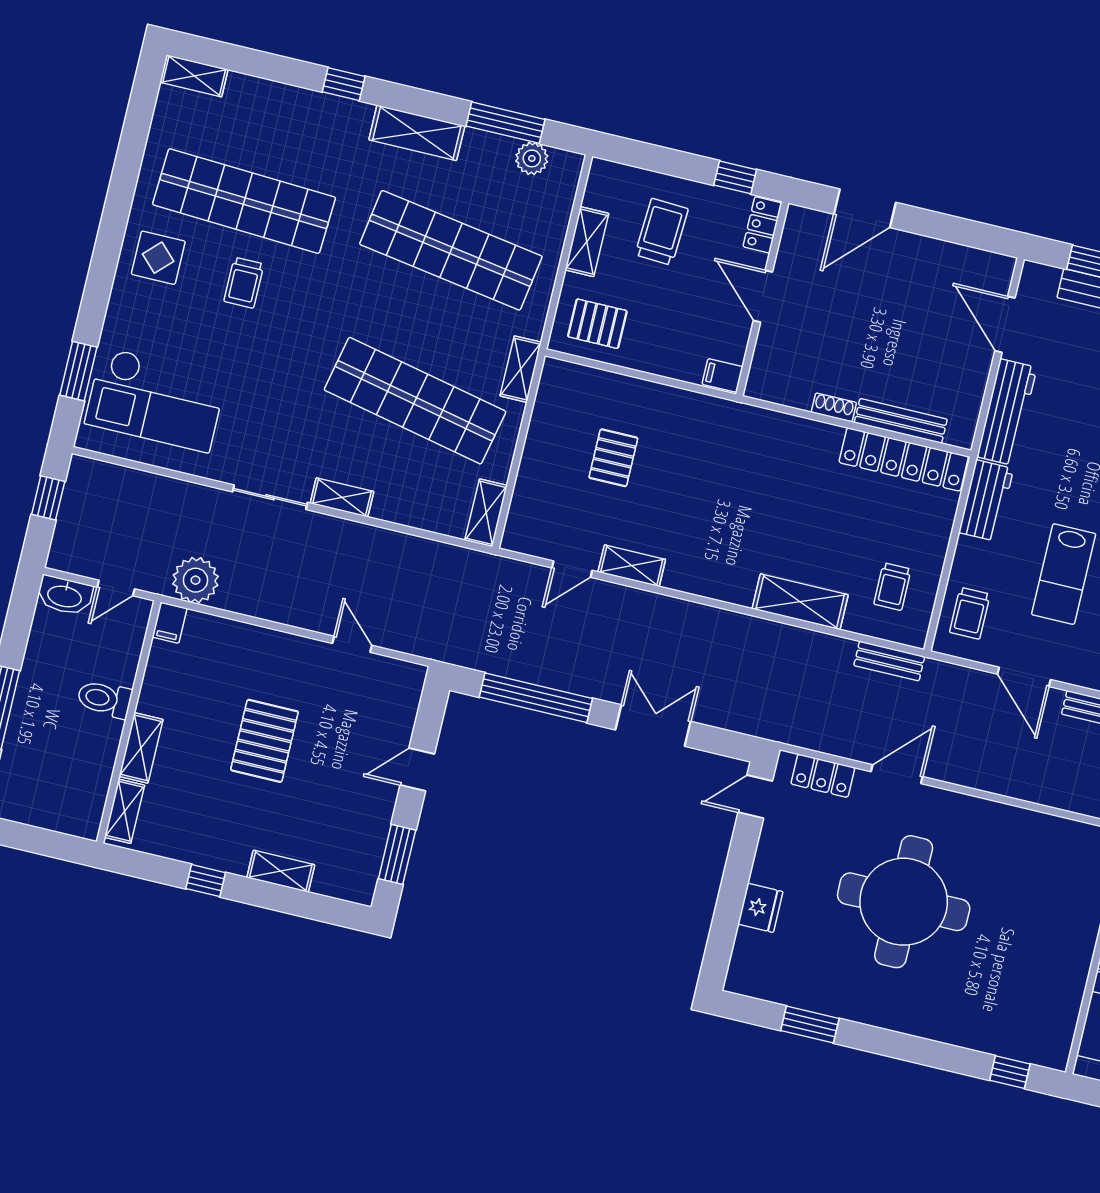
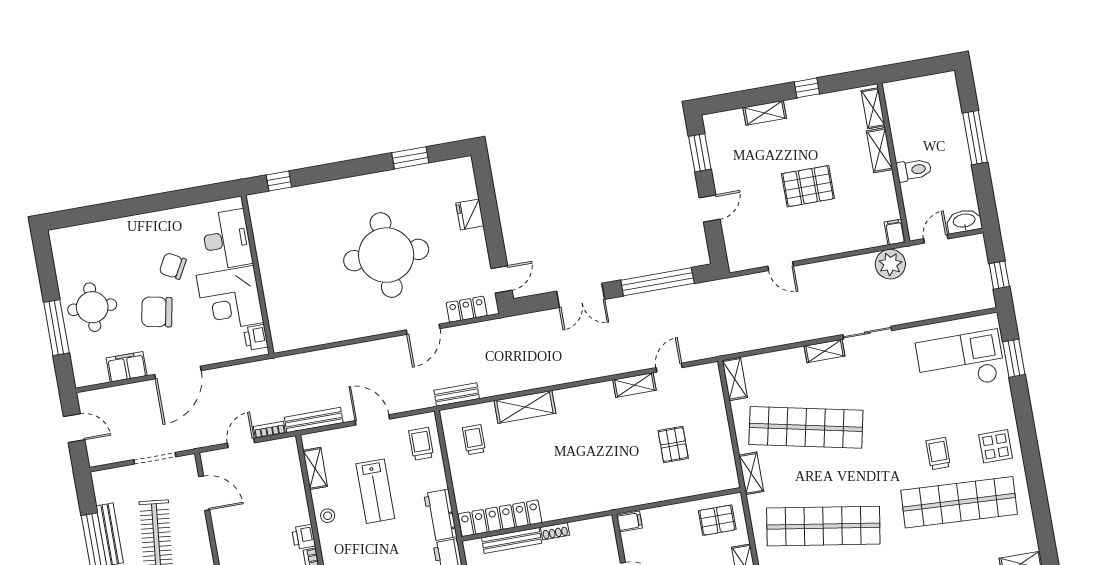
lab bench: (1064, 574) -> (375, 491), turned 180
pallet: (264, 741) -> (808, 186), turned 90

